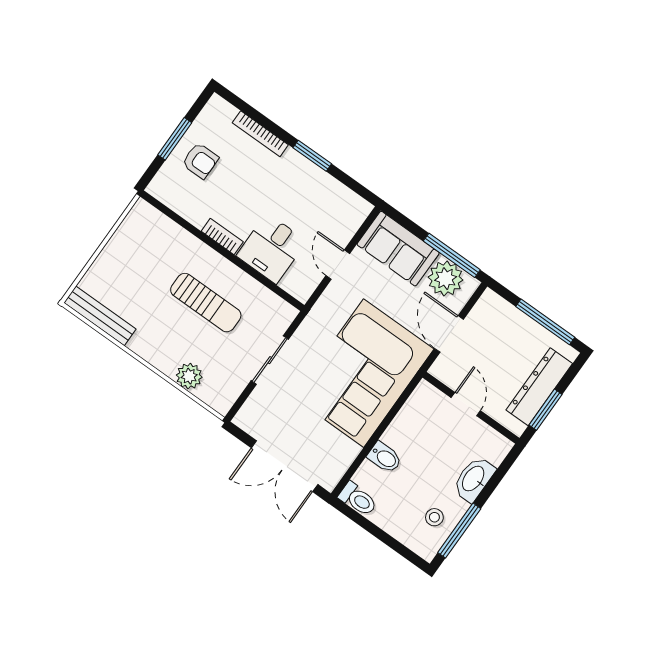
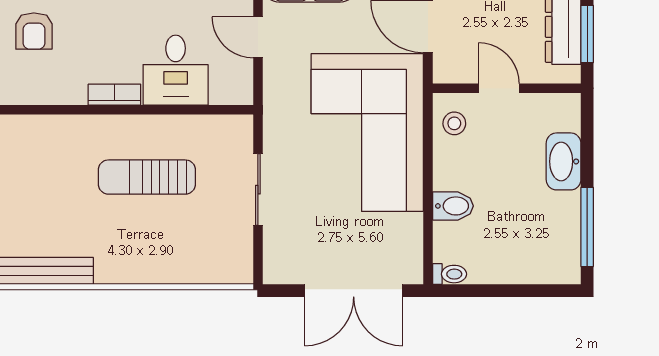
armchair: (200, 161) -> (34, 31), turned 90
sun lounger: (206, 303) -> (147, 177), turned 180
plant: (189, 376) -> (185, 267), removed
toilet: (358, 499) -> (450, 274), width x0.73, depth x0.72
stool: (434, 517) -> (454, 123), moved

